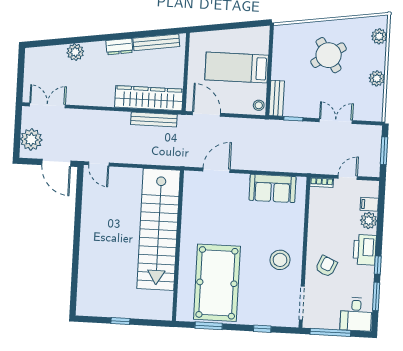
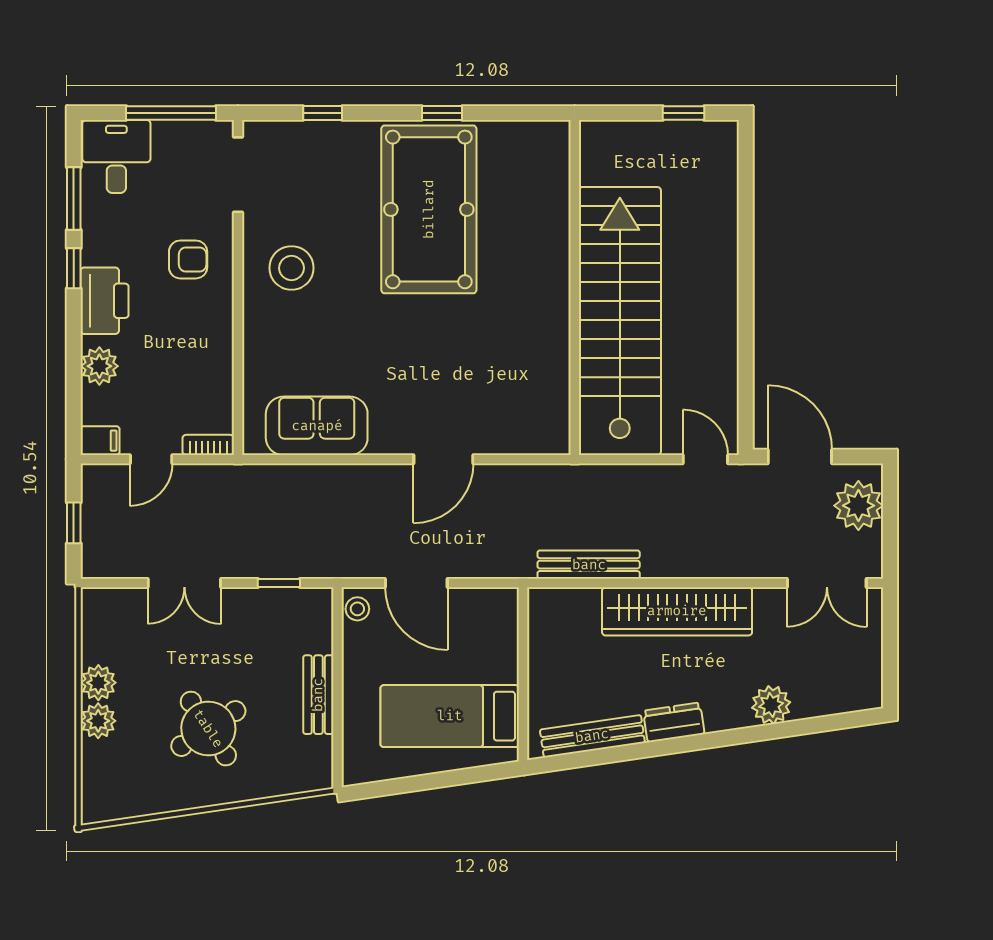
plant: (379, 36) -> (98, 721), moved
bed: (237, 68) -> (450, 716), moved, turned 180
wardrobe: (149, 98) -> (677, 611), moved
bench: (277, 98) -> (318, 695), moved
door: (206, 114) -> (416, 583), moved
window: (384, 151) -> (74, 523), width x0.67
filing cabinet: (369, 204) -> (100, 441), moved
stairs: (159, 229) -> (620, 321), moved
wall: (178, 246) -> (575, 288), moved
armchair: (326, 266) -> (188, 259), turned -114
window: (120, 321) -> (684, 113), moved
window: (209, 326) -> (442, 113), width x0.67

